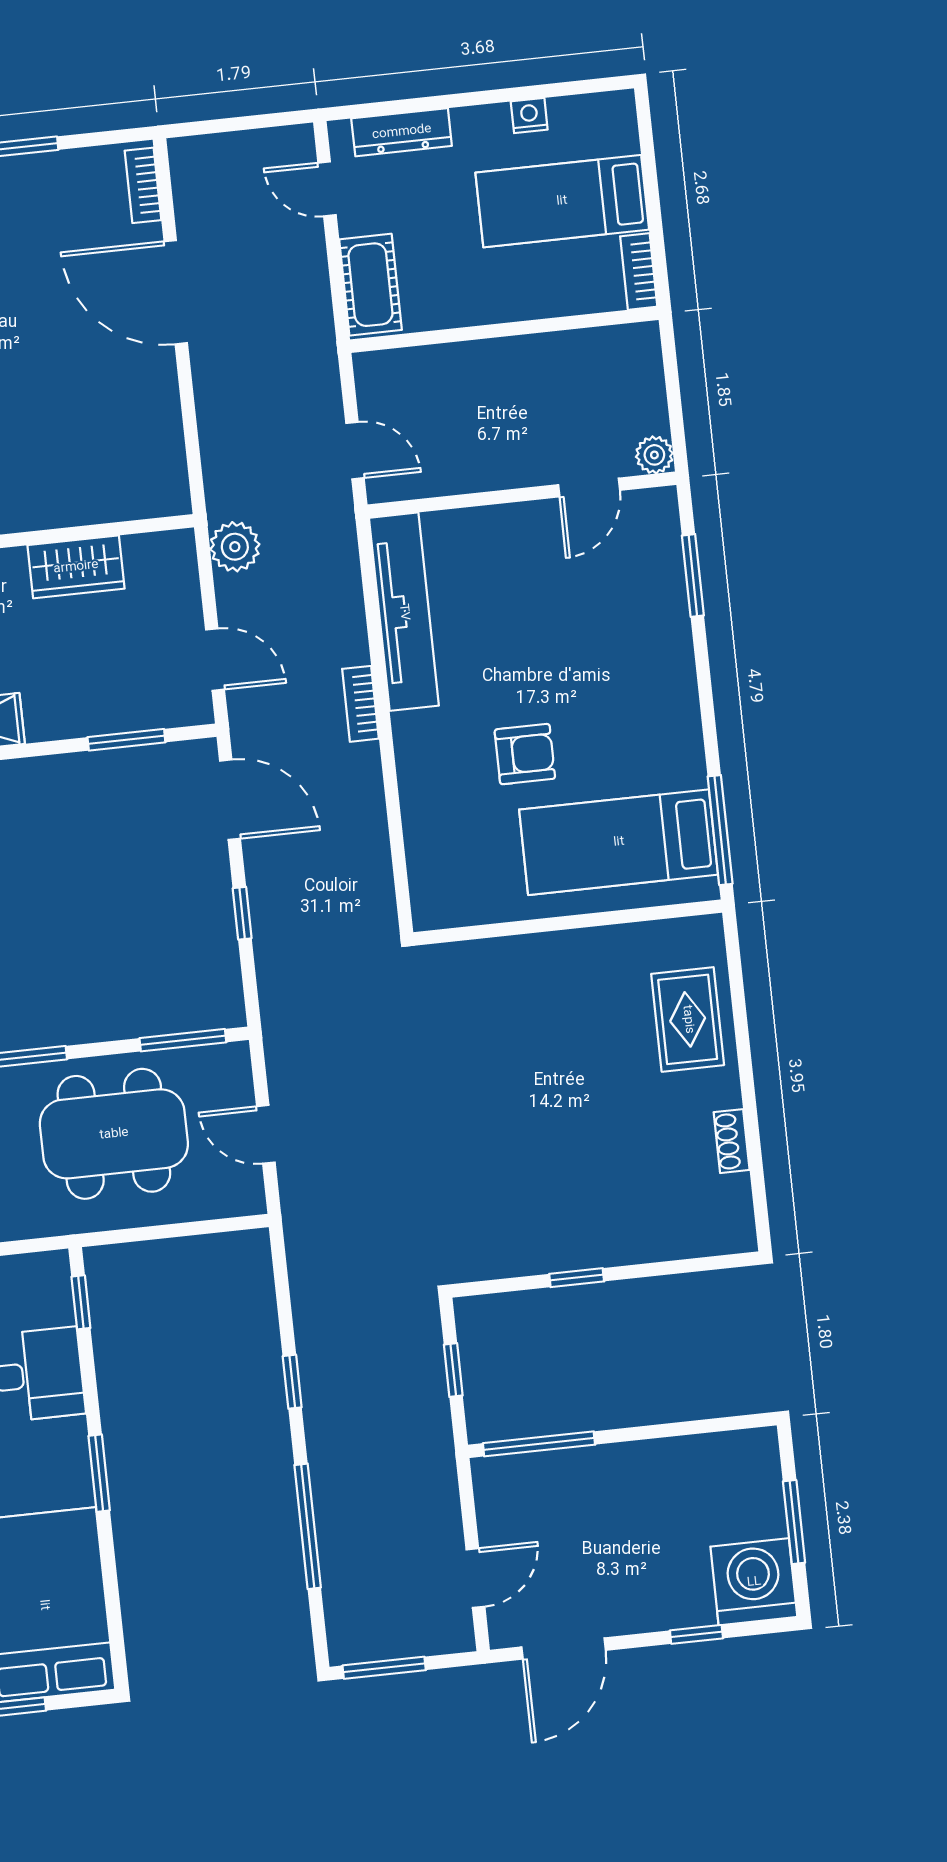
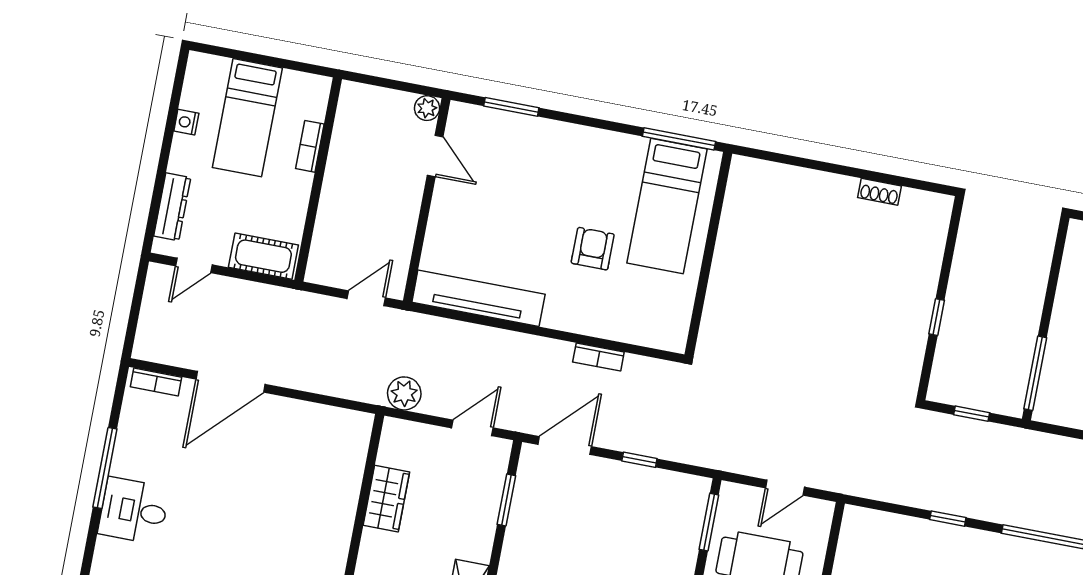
bookcase: (639, 271) -> (310, 146), moved, turned 90
bookcase: (361, 704) -> (598, 357), moved
rug: (688, 1019) -> (793, 196), removed

